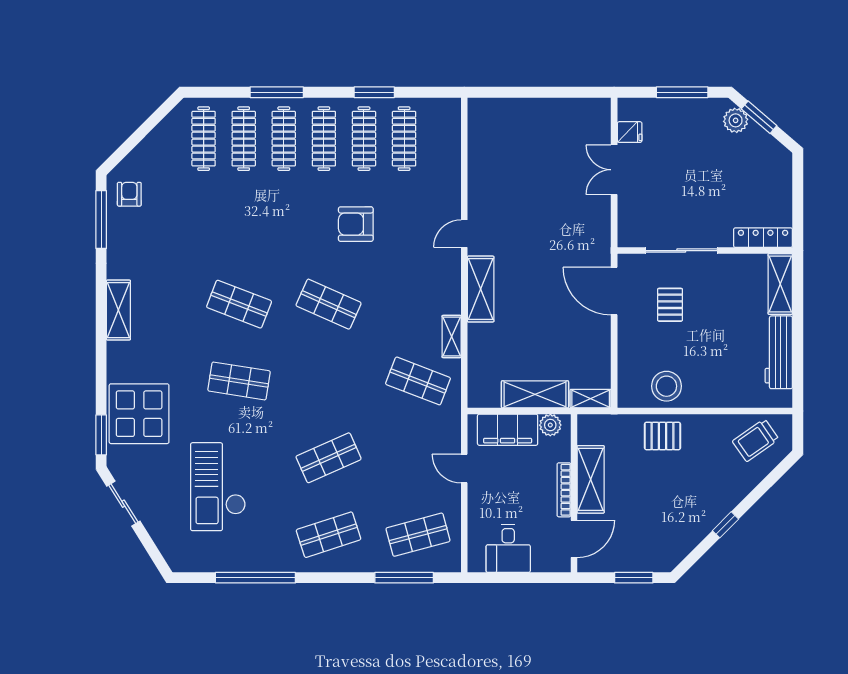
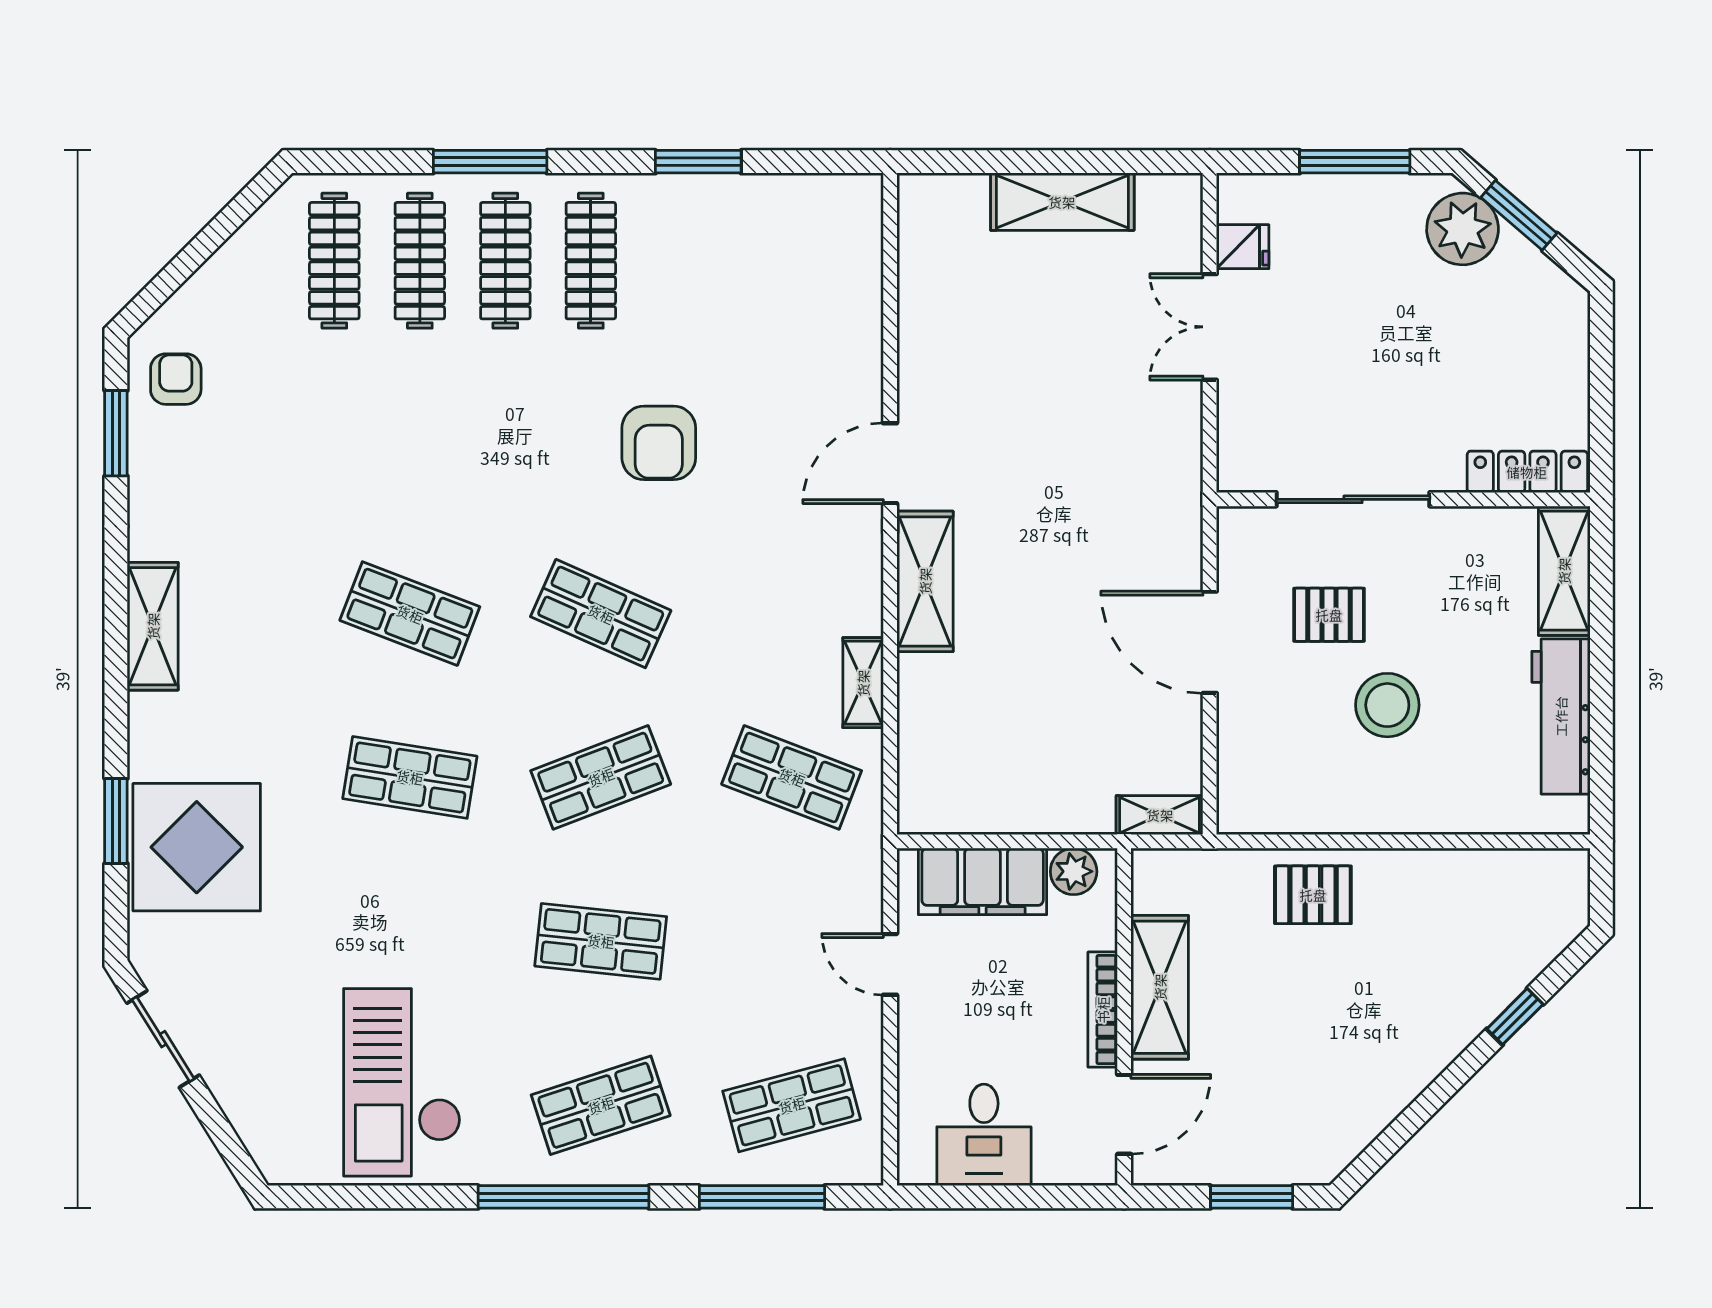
plant: (736, 120) -> (1463, 229), width x1.36, depth x1.36
clothes rail: (364, 139) -> (676, 261), removed
clothes rail: (404, 139) -> (762, 261), removed
window: (101, 220) -> (116, 433), width x0.69
armchair: (356, 224) -> (659, 443), turned -90
door: (464, 234) -> (890, 463), width x1.38
door: (614, 291) -> (1210, 642), moved
pallet: (670, 305) -> (1329, 615), turned 90
shop shelf: (329, 381) -> (601, 777), added
stool: (666, 386) -> (1387, 705), moved
shelving: (535, 394) -> (1062, 202), moved
window: (101, 435) -> (116, 821), moved
trolley: (756, 440) -> (1511, 904), removed
shop shelf: (329, 458) -> (601, 941), turned 30
checkout: (218, 487) -> (402, 1082), moved
window: (726, 525) -> (1515, 1017), moved
window: (255, 578) -> (564, 1197), moved

